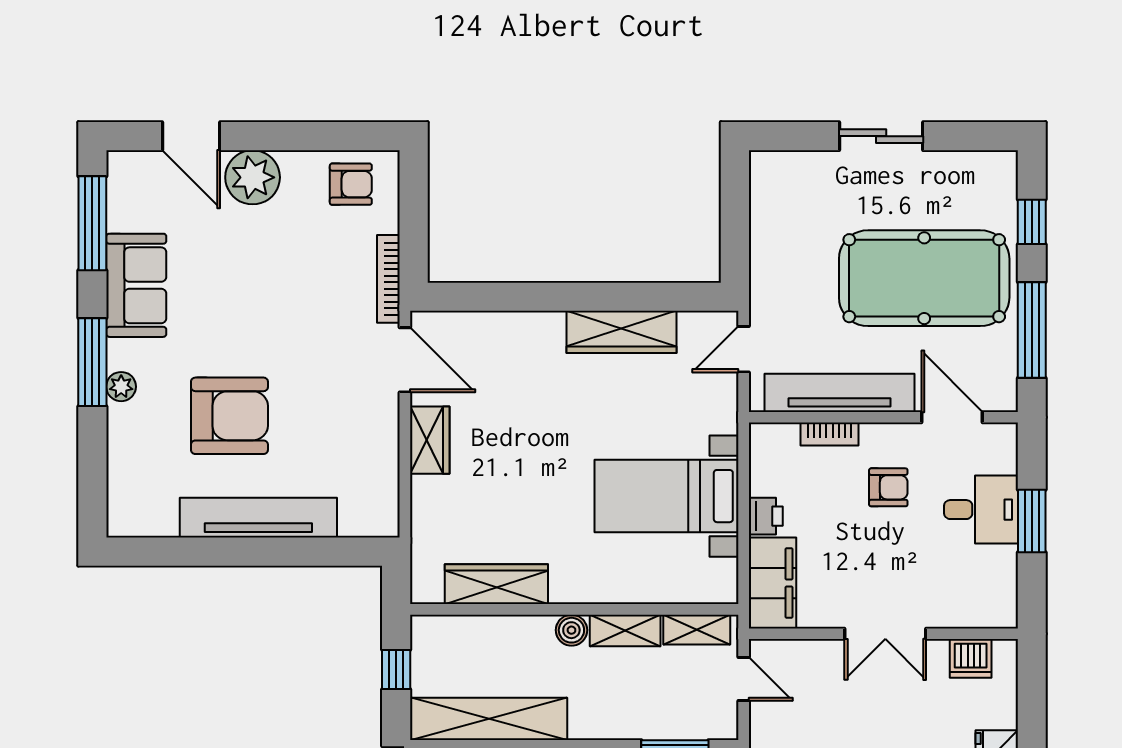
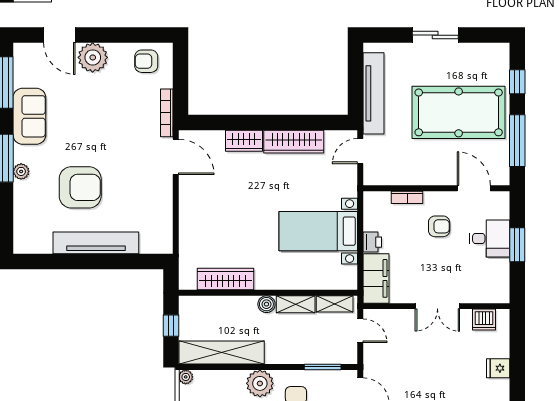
armchair: (351, 184) -> (146, 61), turned 180
tv unit: (840, 393) -> (374, 93), moved, turned 90
wardrobe: (430, 440) -> (244, 141), moved, turned 90

